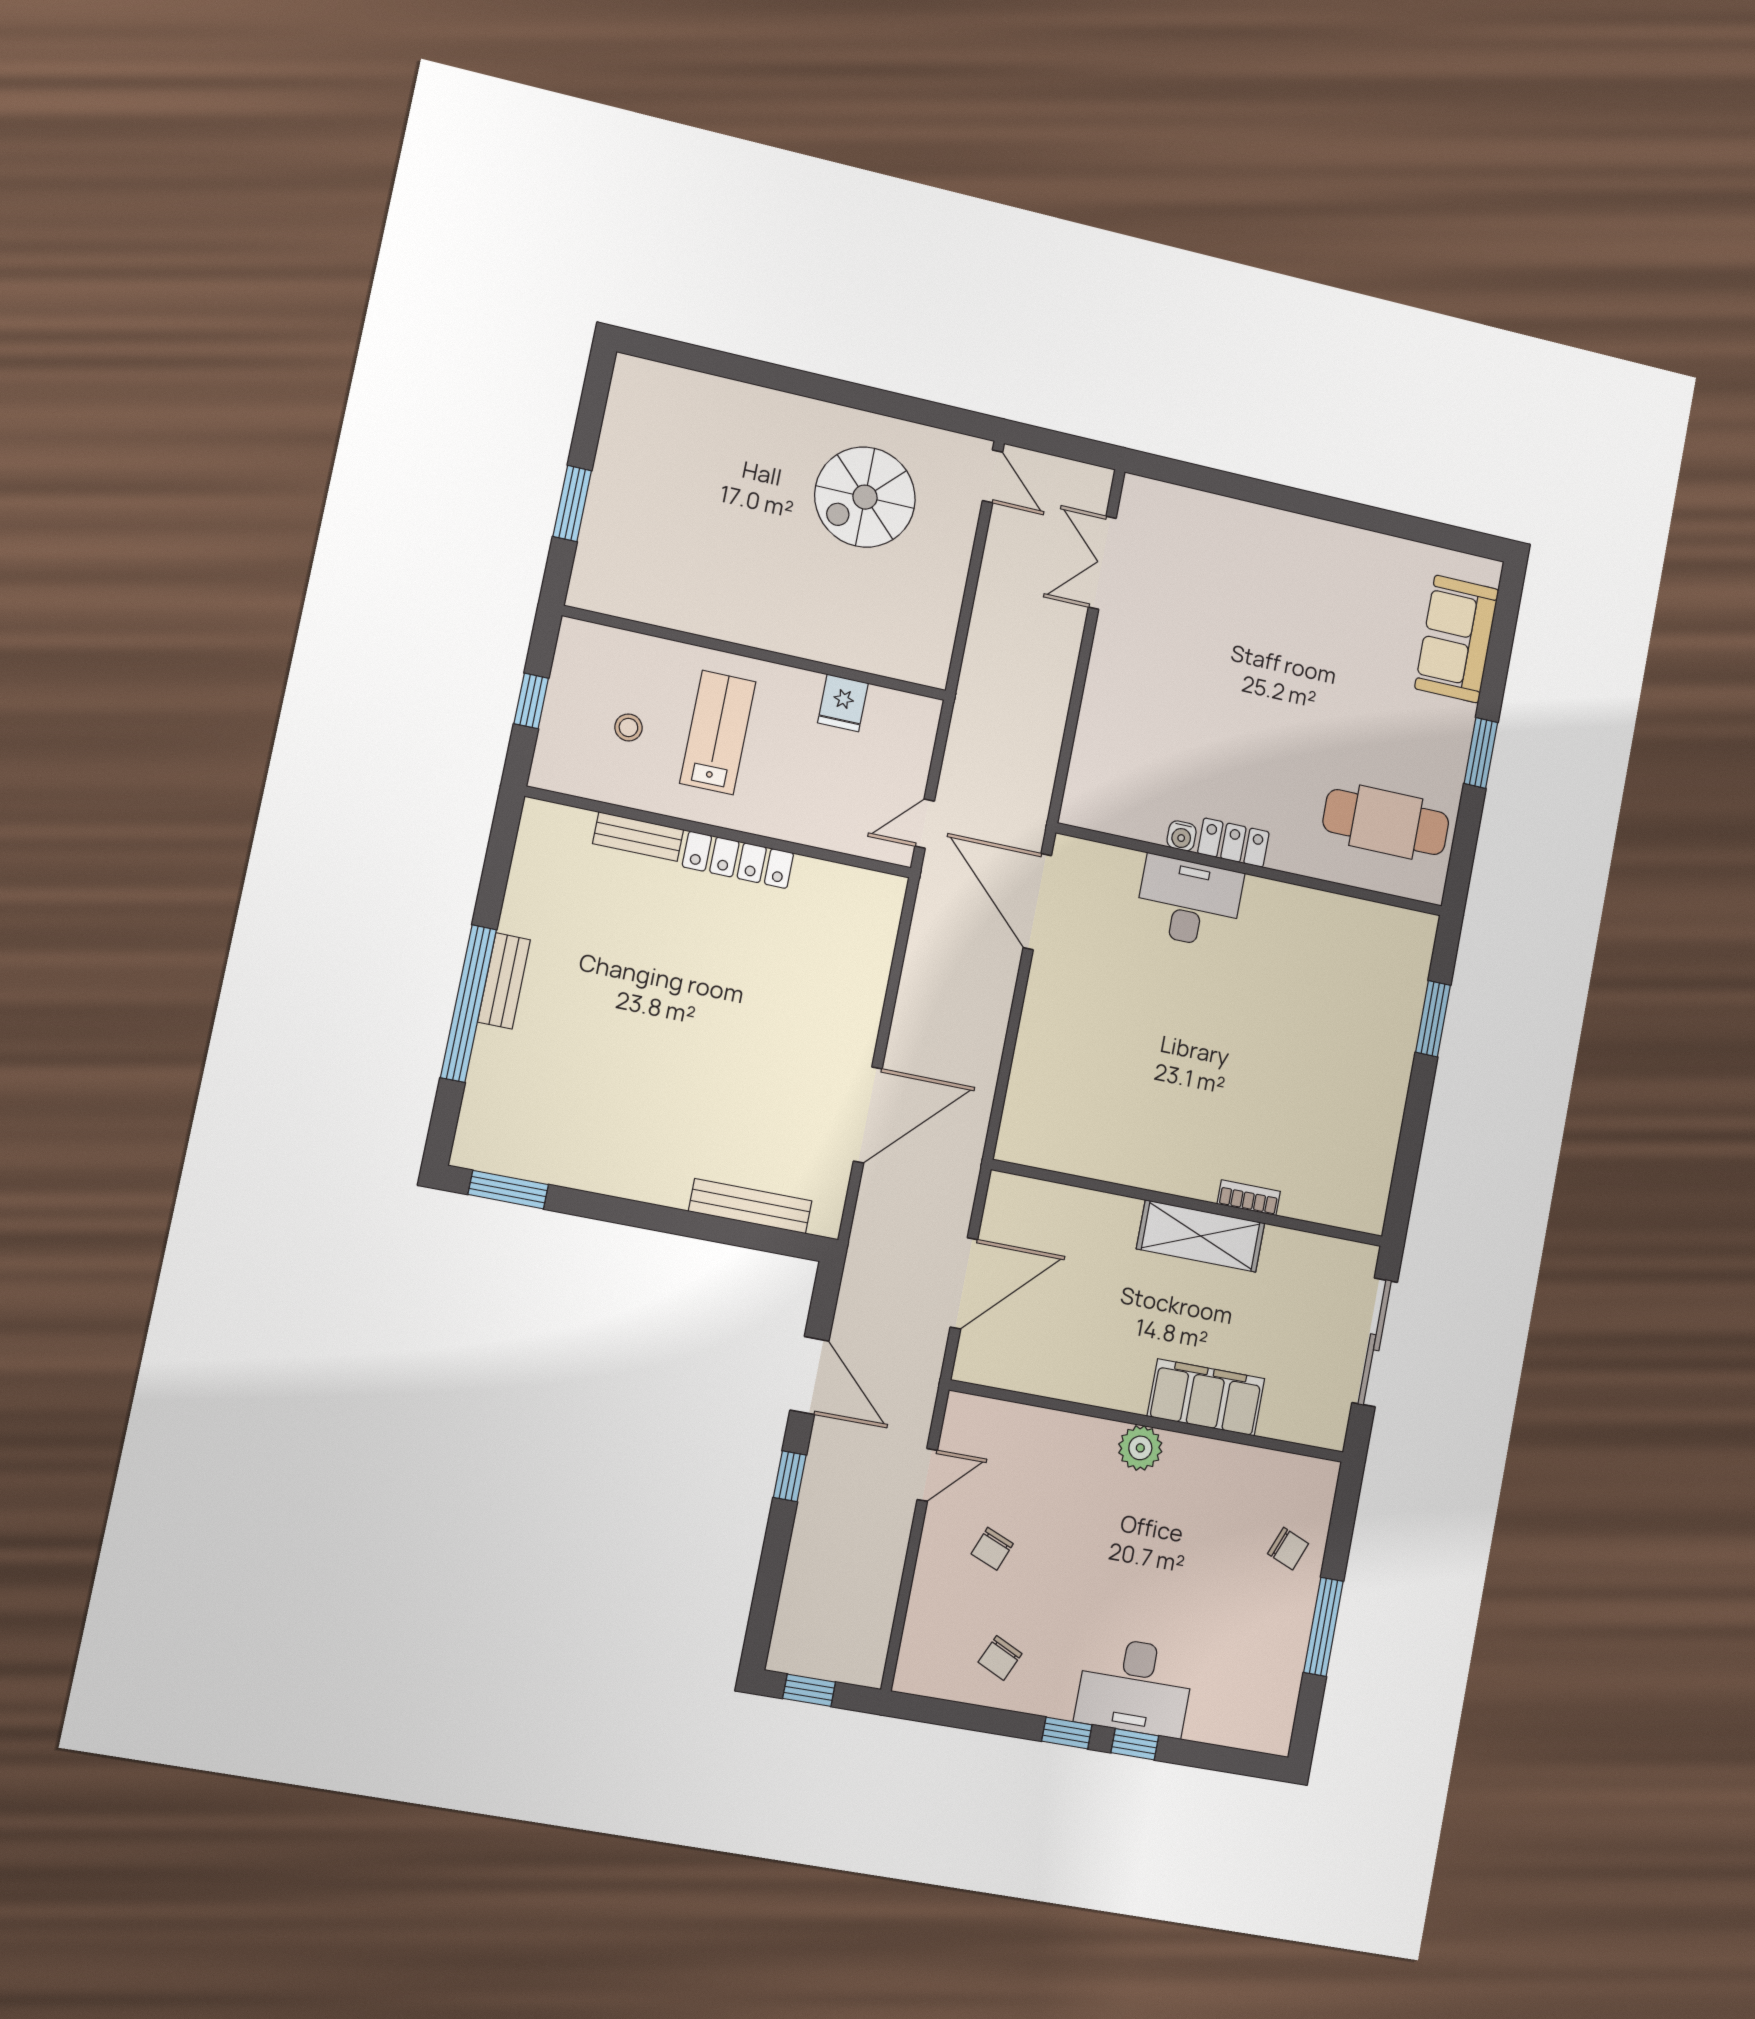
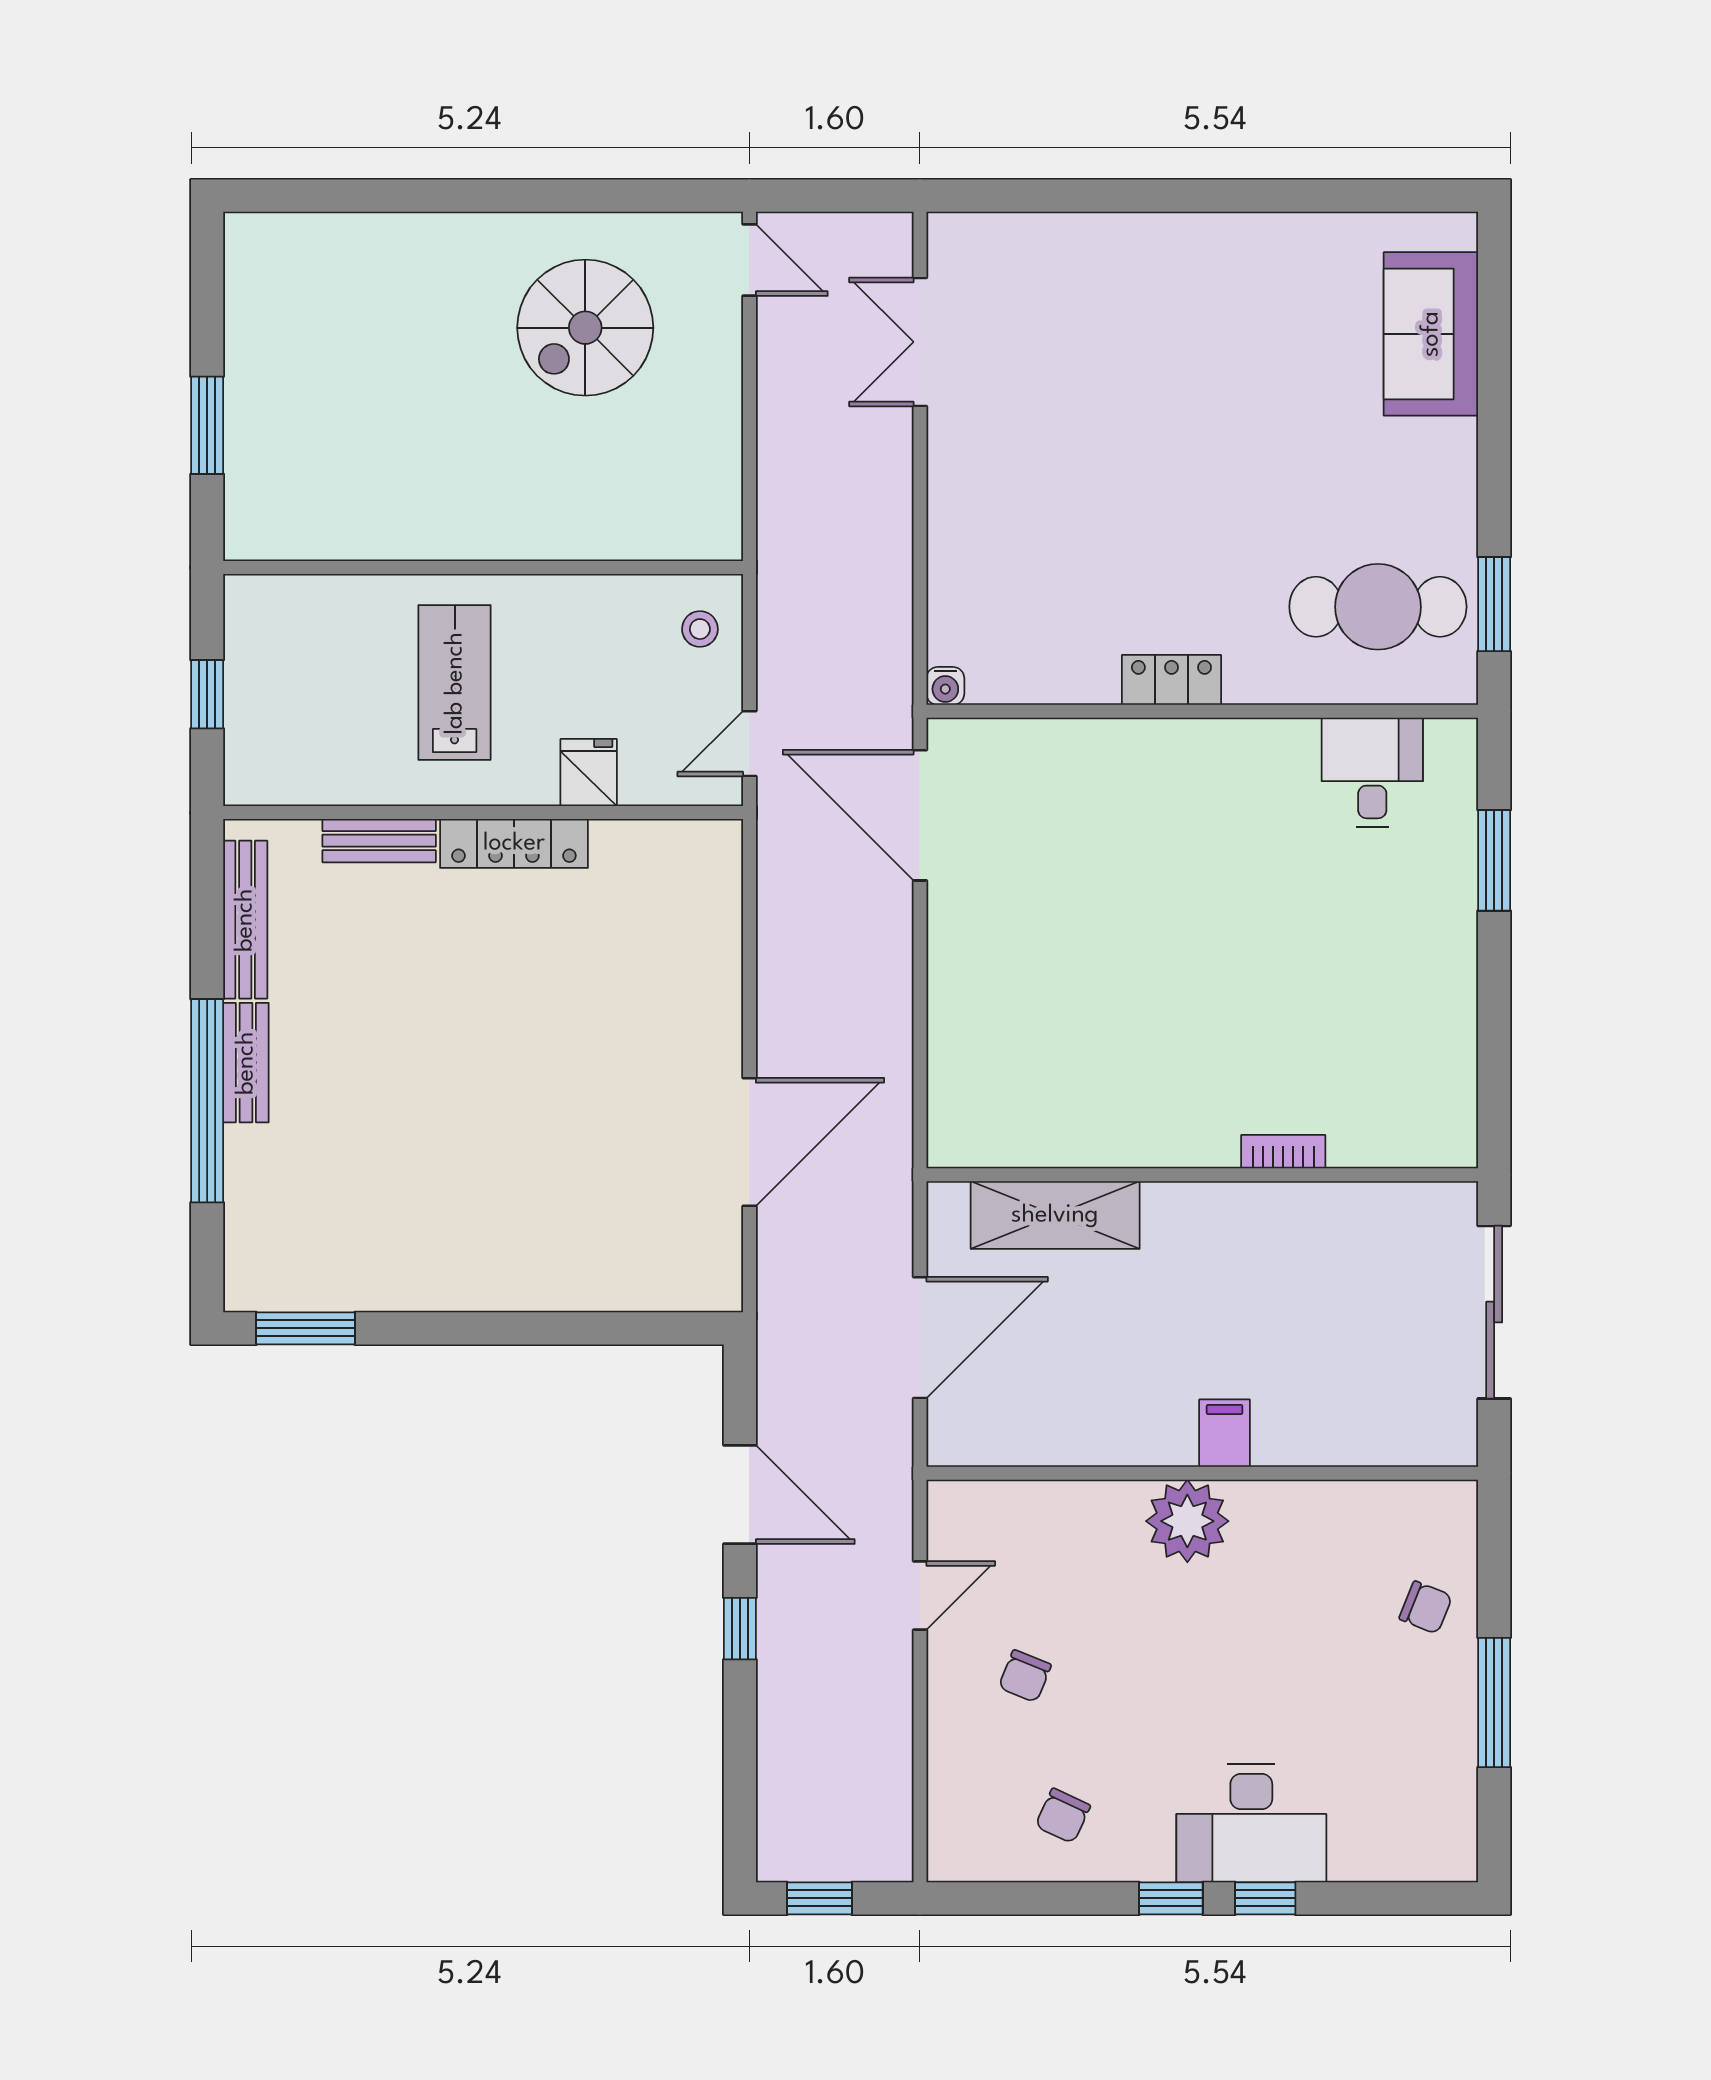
fridge: (843, 703) -> (589, 773), moved, turned 180
stool: (628, 727) -> (700, 629), moved
window: (1481, 753) -> (1494, 604), moved
water cooler: (1182, 836) -> (945, 686), moved
desk: (1189, 902) -> (1372, 772), moved, width x0.73
bench: (750, 1206) -> (245, 920), moved, turned 90
shelving: (1201, 1236) -> (1055, 1215), moved
filing cabinet: (1206, 1397) -> (1225, 1433), width x0.33, depth x0.86
plant: (1140, 1448) -> (1187, 1521), width x1.36, depth x1.36

